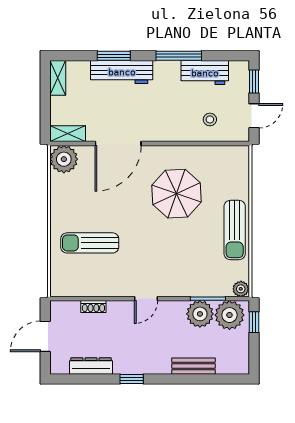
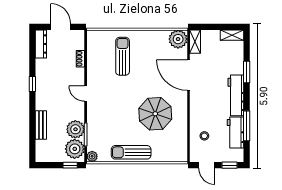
window: (179, 56) -> (247, 126), moved
workbench: (122, 72) -> (236, 95), moved
dresser: (91, 366) -> (41, 44), moved

